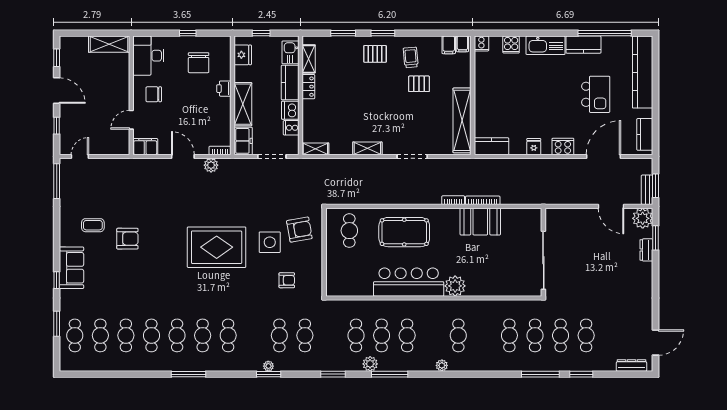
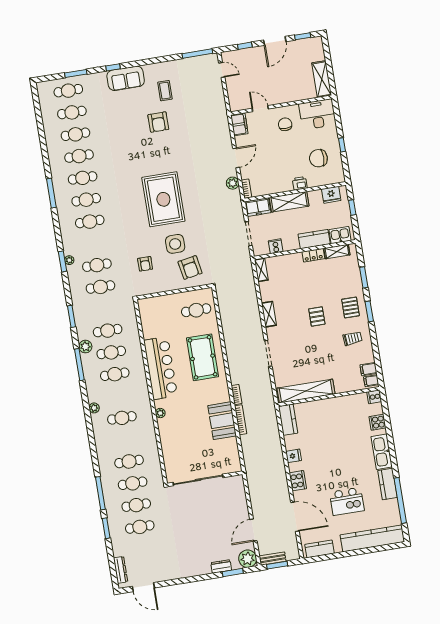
pallet: (419, 84) -> (317, 316), moved
dishwasher: (290, 110) -> (291, 243), removed
plant: (455, 286) -> (160, 413), width x0.53, depth x0.53

